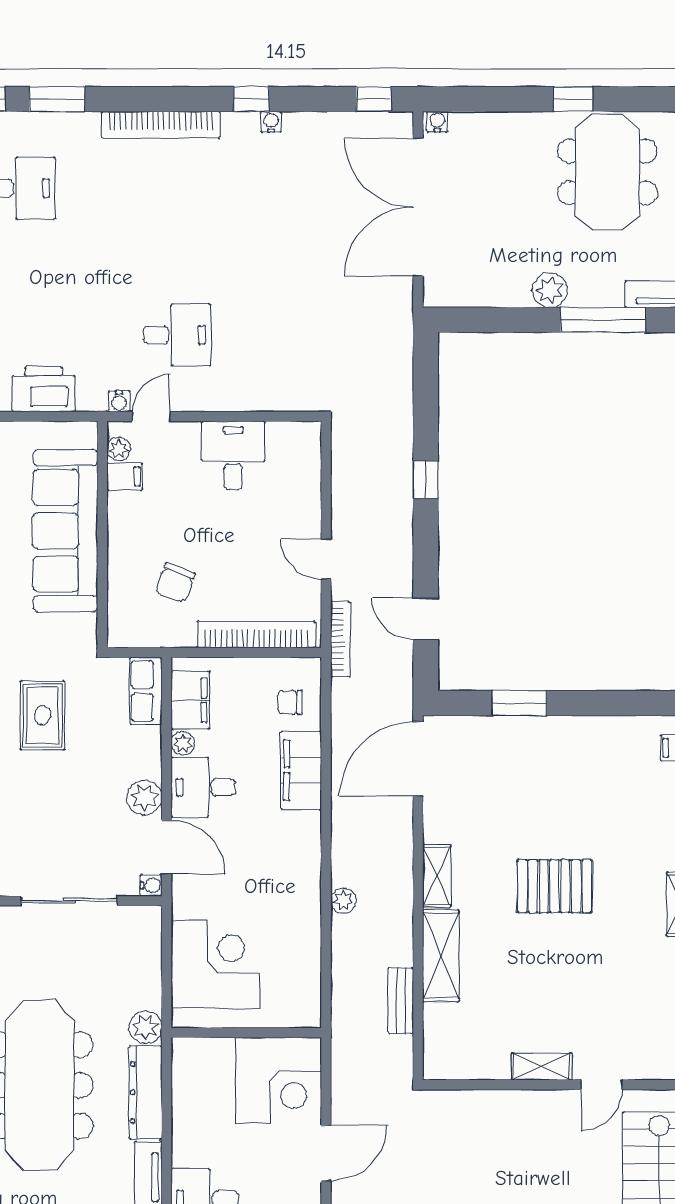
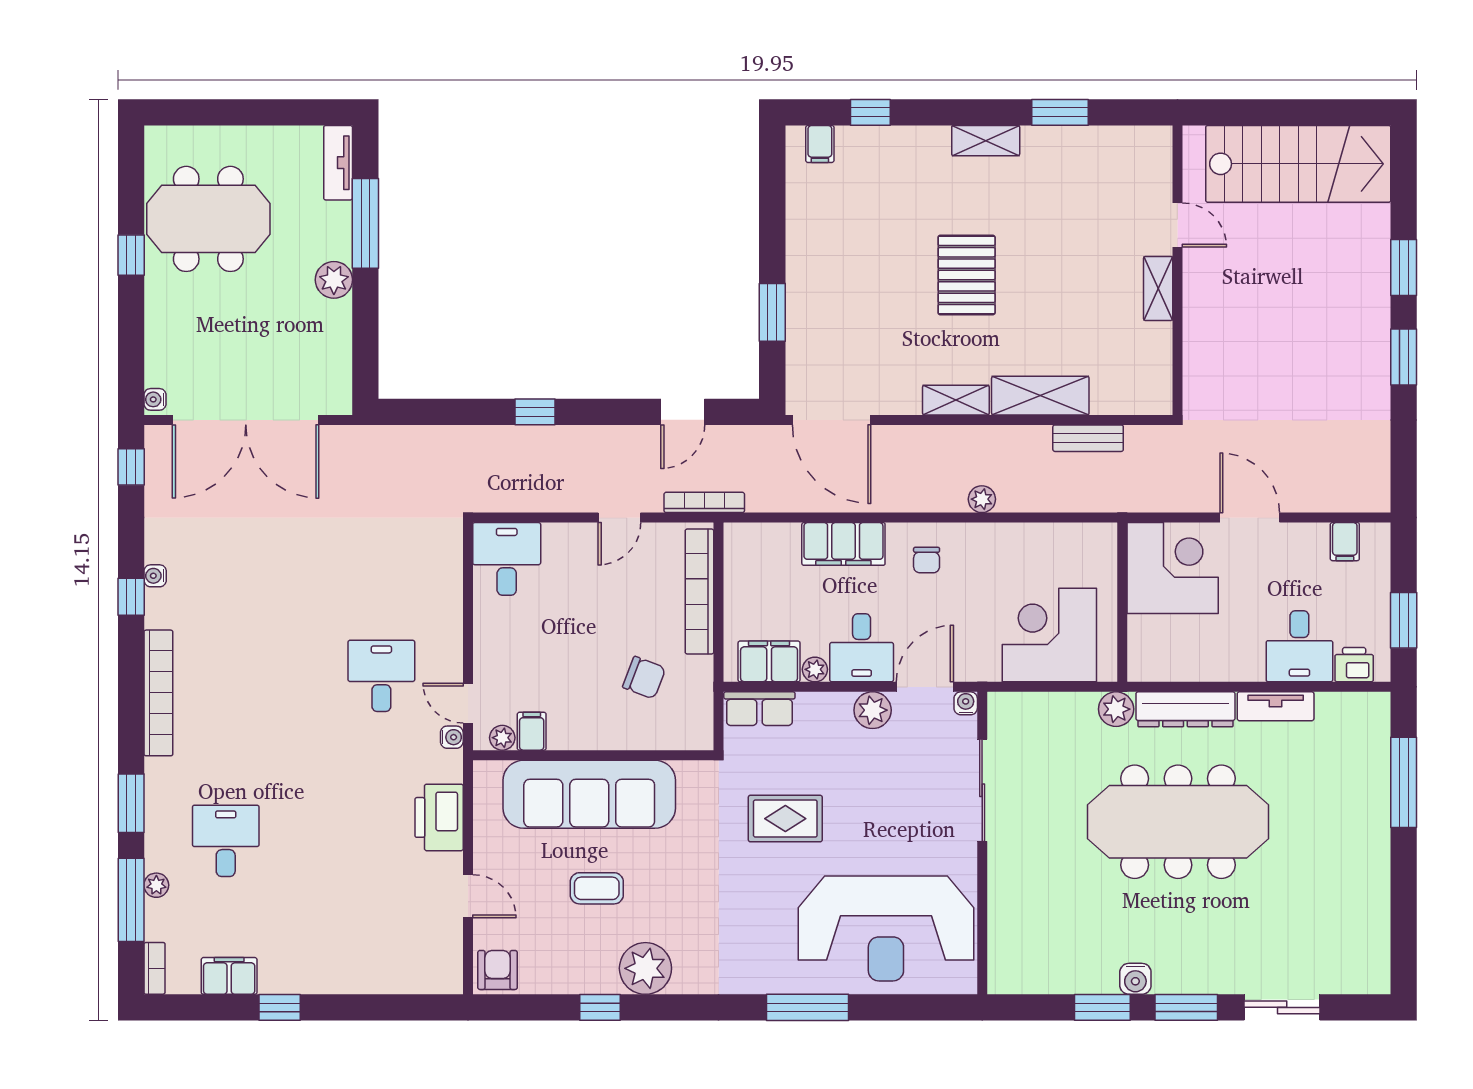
desk: (233, 455) -> (507, 559), moved, turned 90
chair: (290, 702) -> (927, 560), moved

